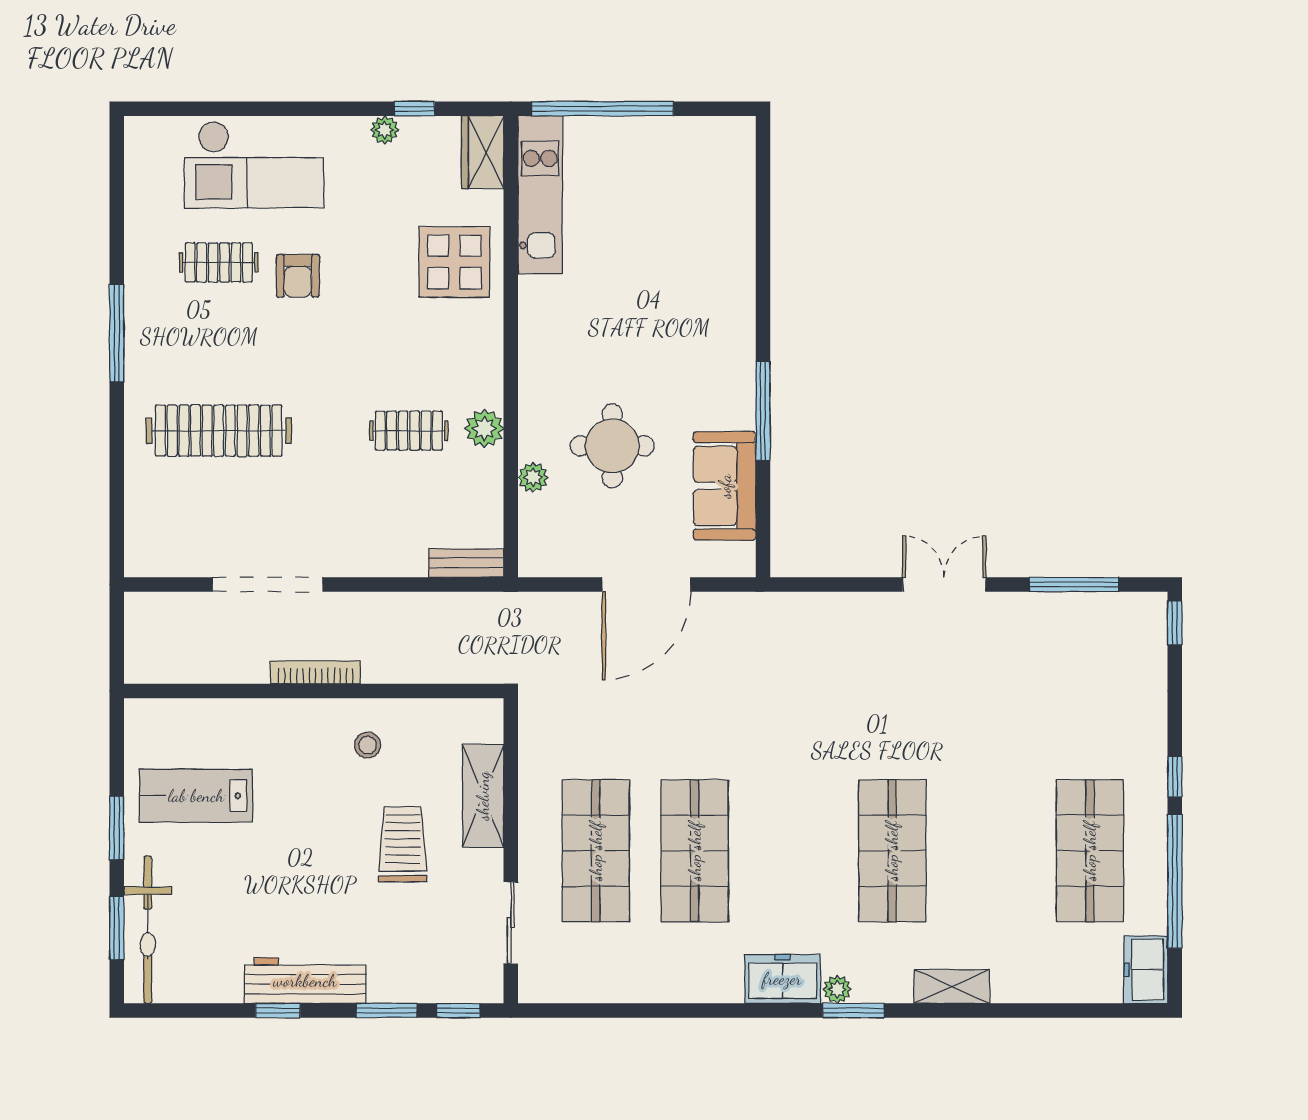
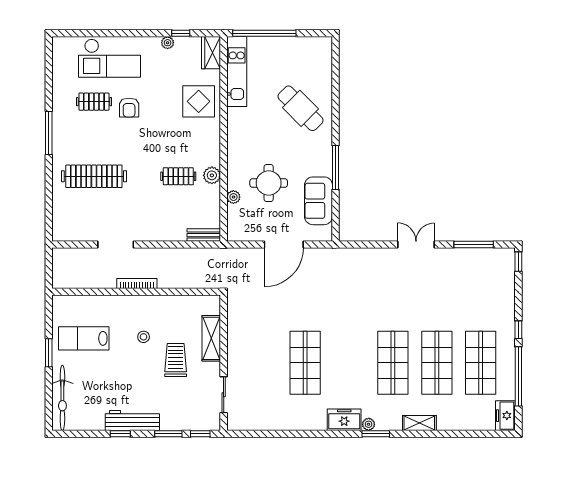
cafe table: (684, 278) -> (301, 108), added
doorway: (268, 584) -> (116, 245), width x0.73
stool: (368, 745) -> (144, 337), moved
shop shelf: (596, 851) -> (437, 363), moved
window: (117, 928) -> (49, 397), removed

